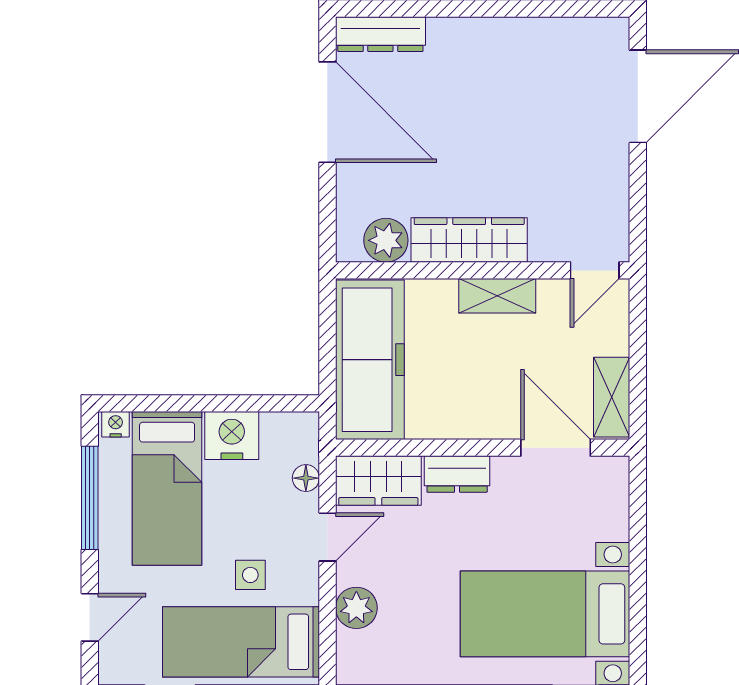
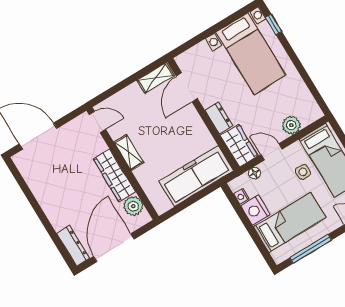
plant: (386, 240) -> (133, 206), moved
wardrobe: (469, 240) -> (114, 175), moved
wall: (483, 270) -> (123, 164), moved
door: (595, 270) -> (97, 122), moved
shelving: (497, 296) -> (129, 152), moved
nightstand: (116, 424) -> (241, 197), moved

